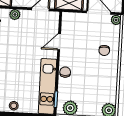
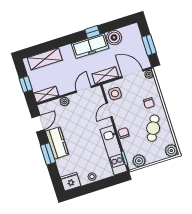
side table: (72, 27) -> (115, 94), added
cafe table: (99, 79) -> (153, 128), added

